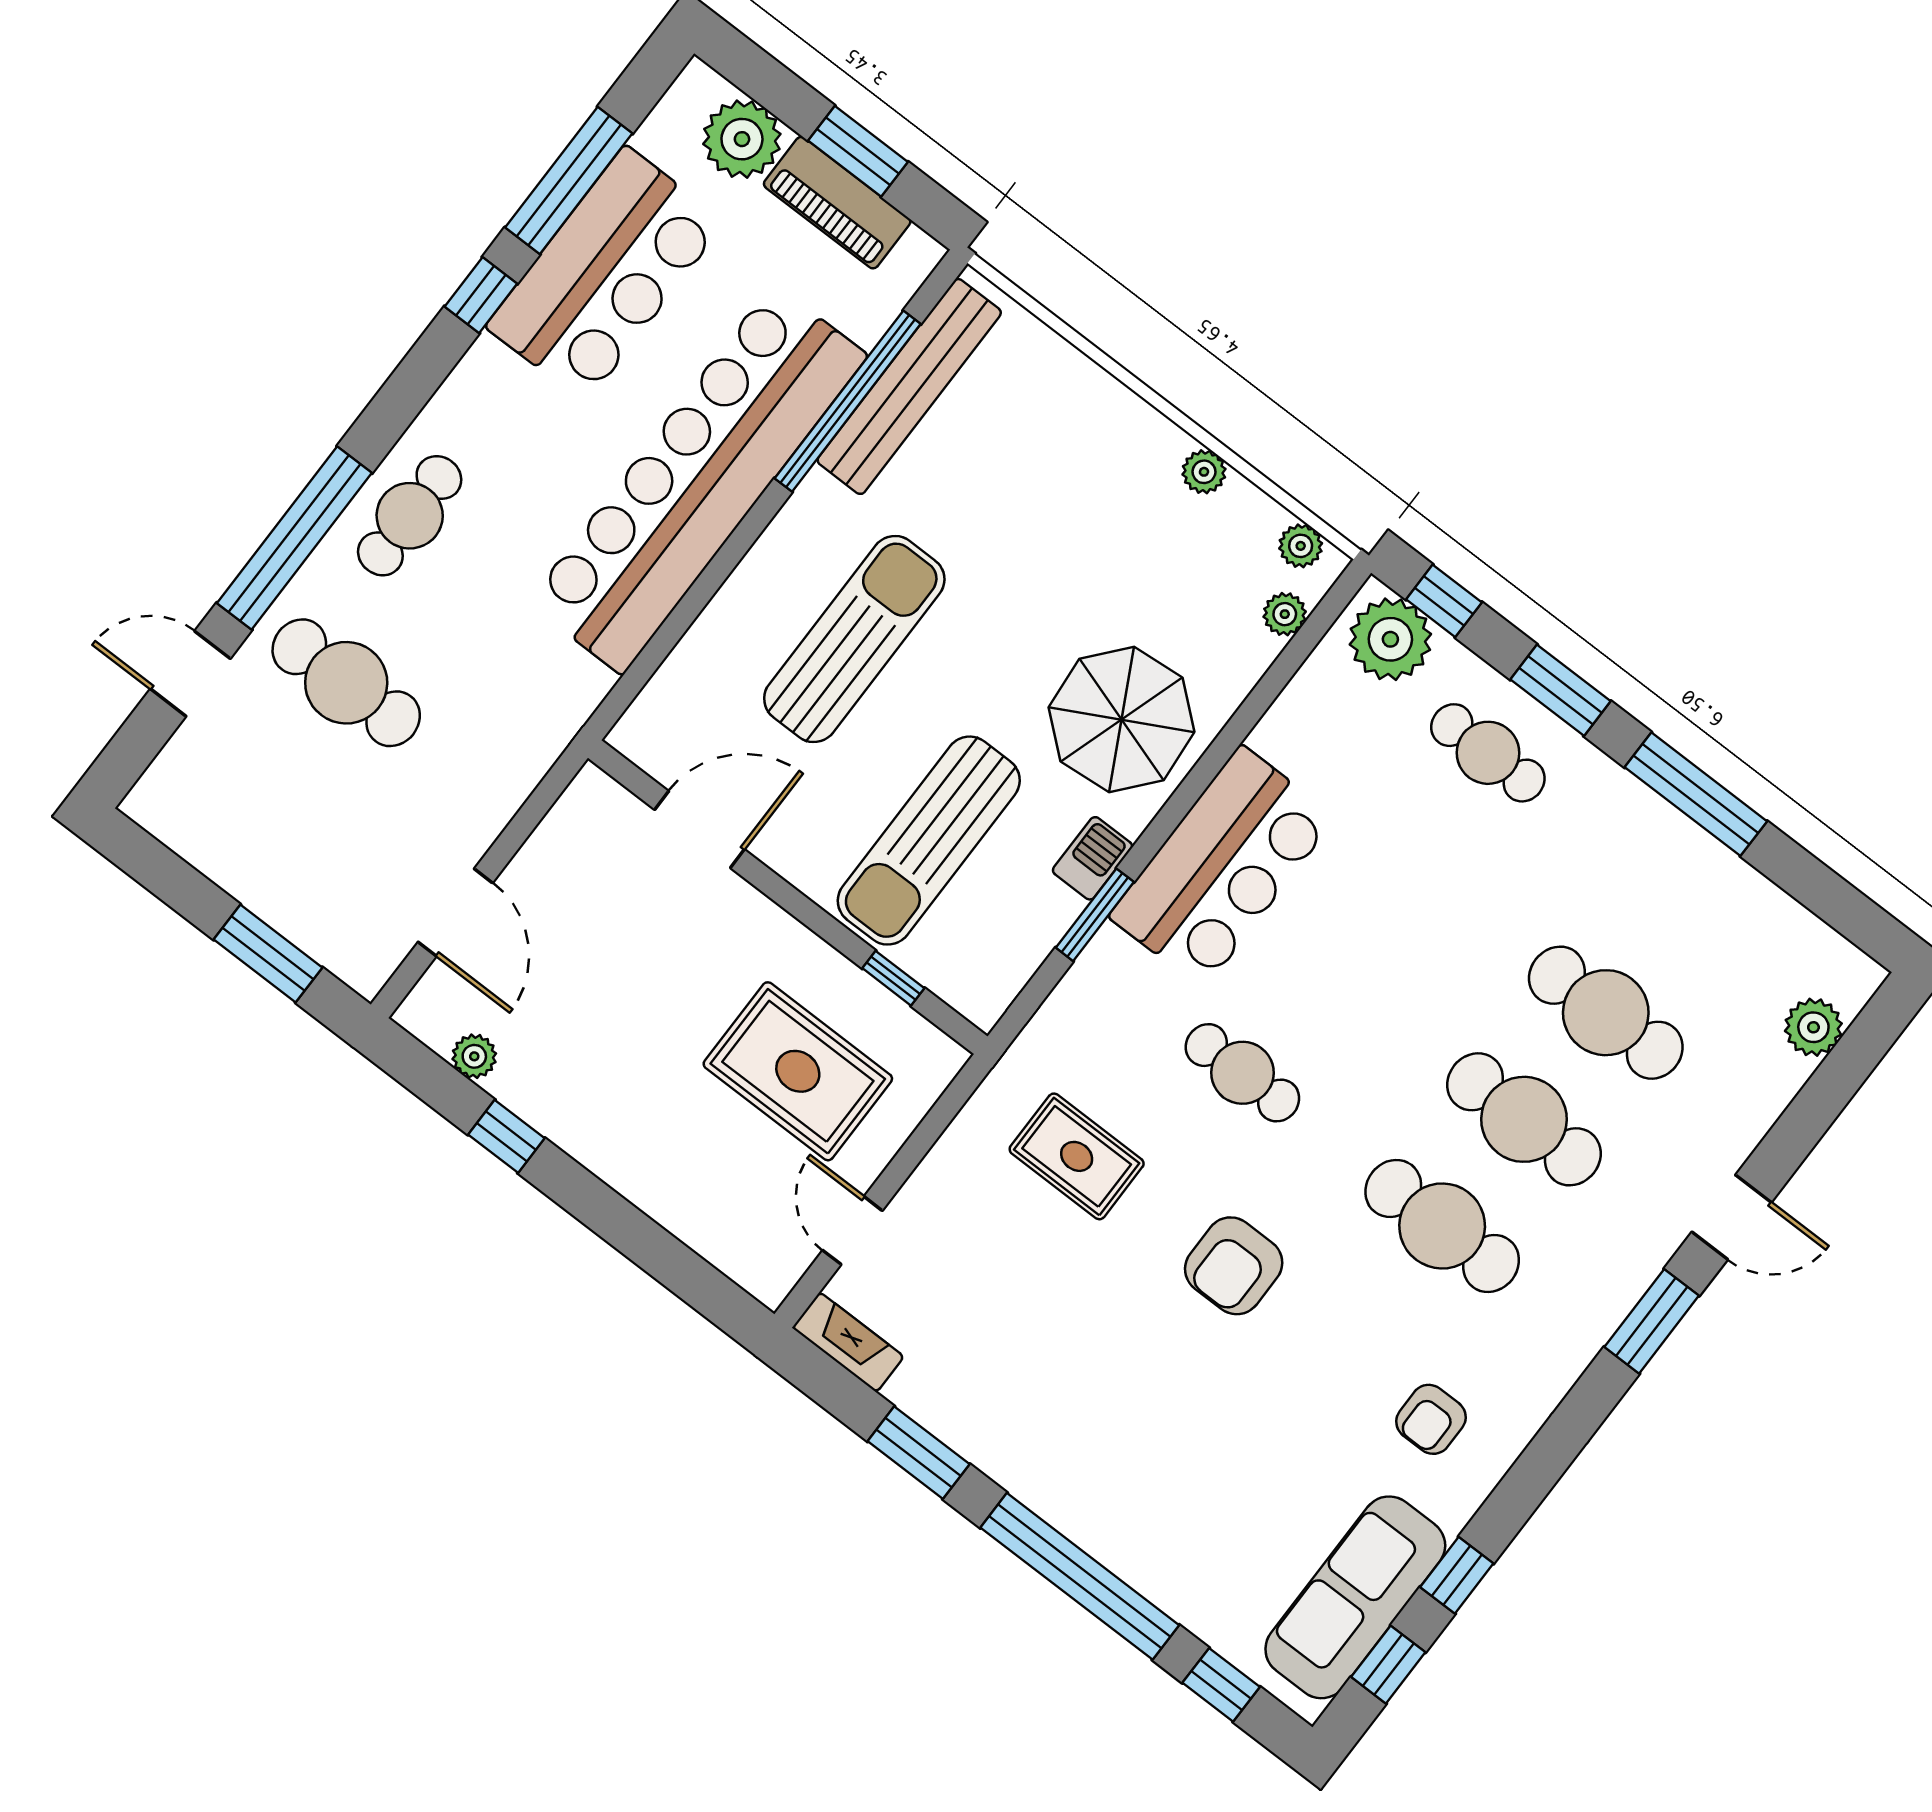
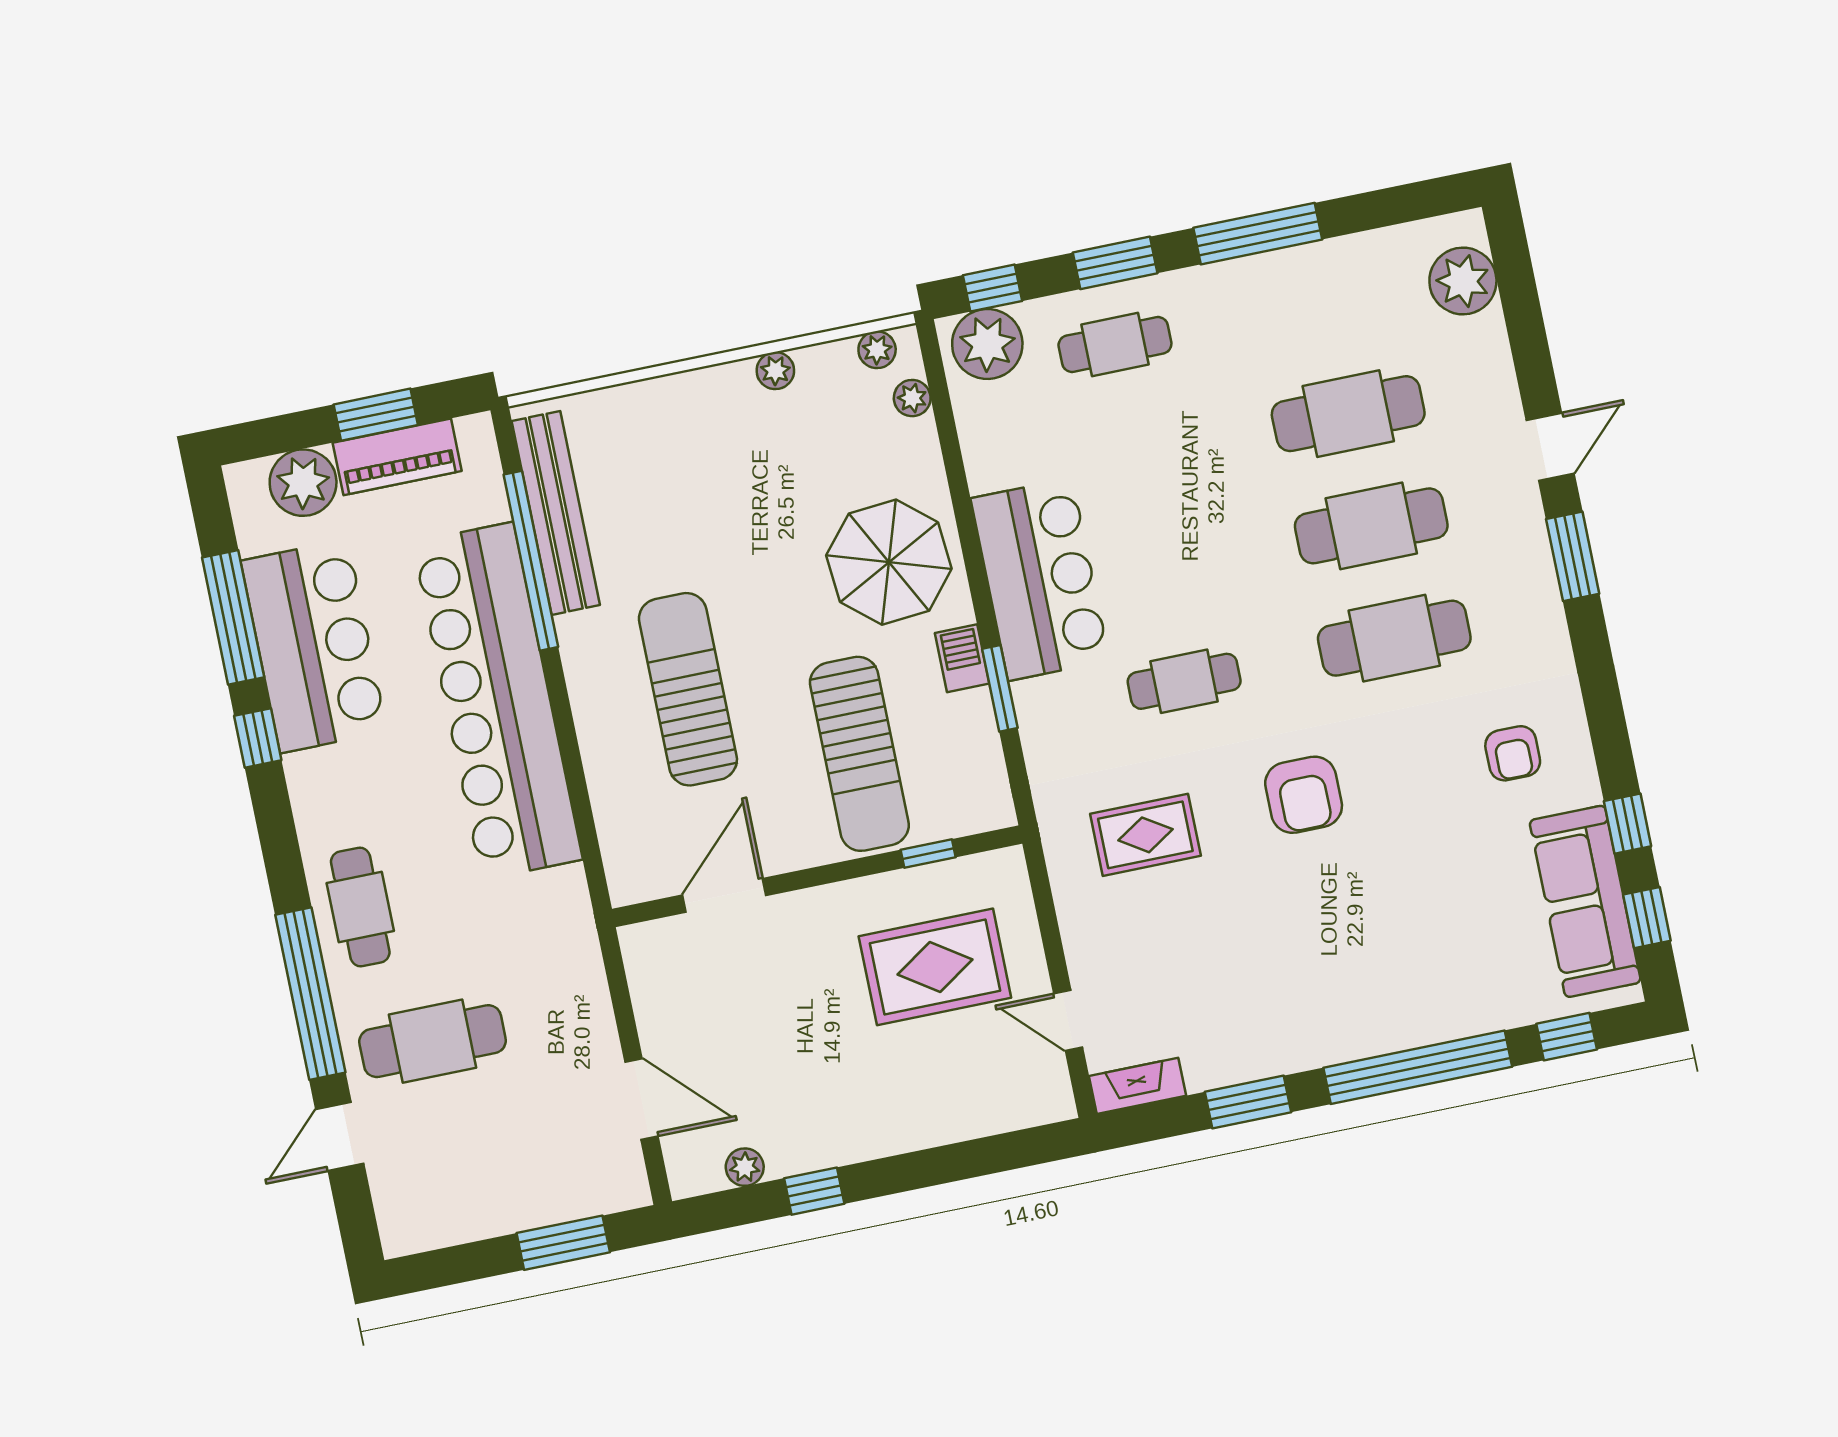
plant: (1813, 1027) -> (1463, 281), width x1.36, depth x1.36

